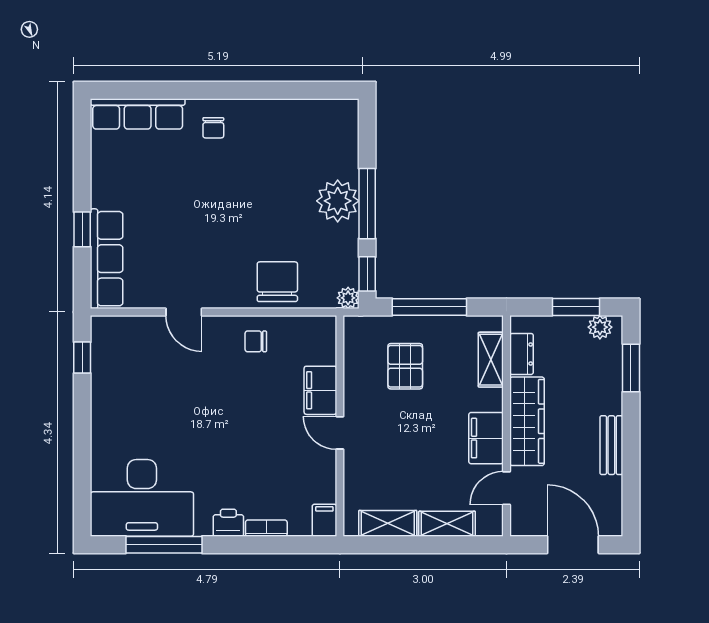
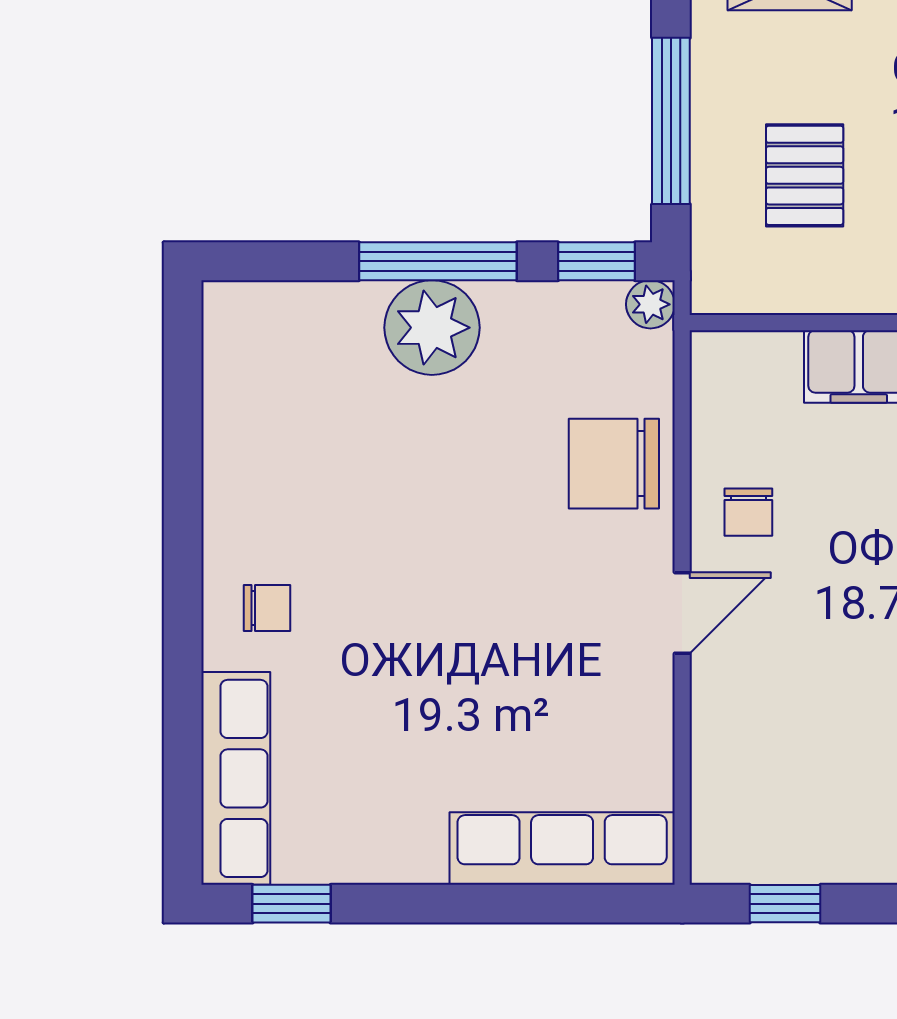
window: (82, 229) -> (291, 904), moved
door: (184, 312) -> (682, 613), moved
pallet: (405, 366) -> (805, 175), turned 90

